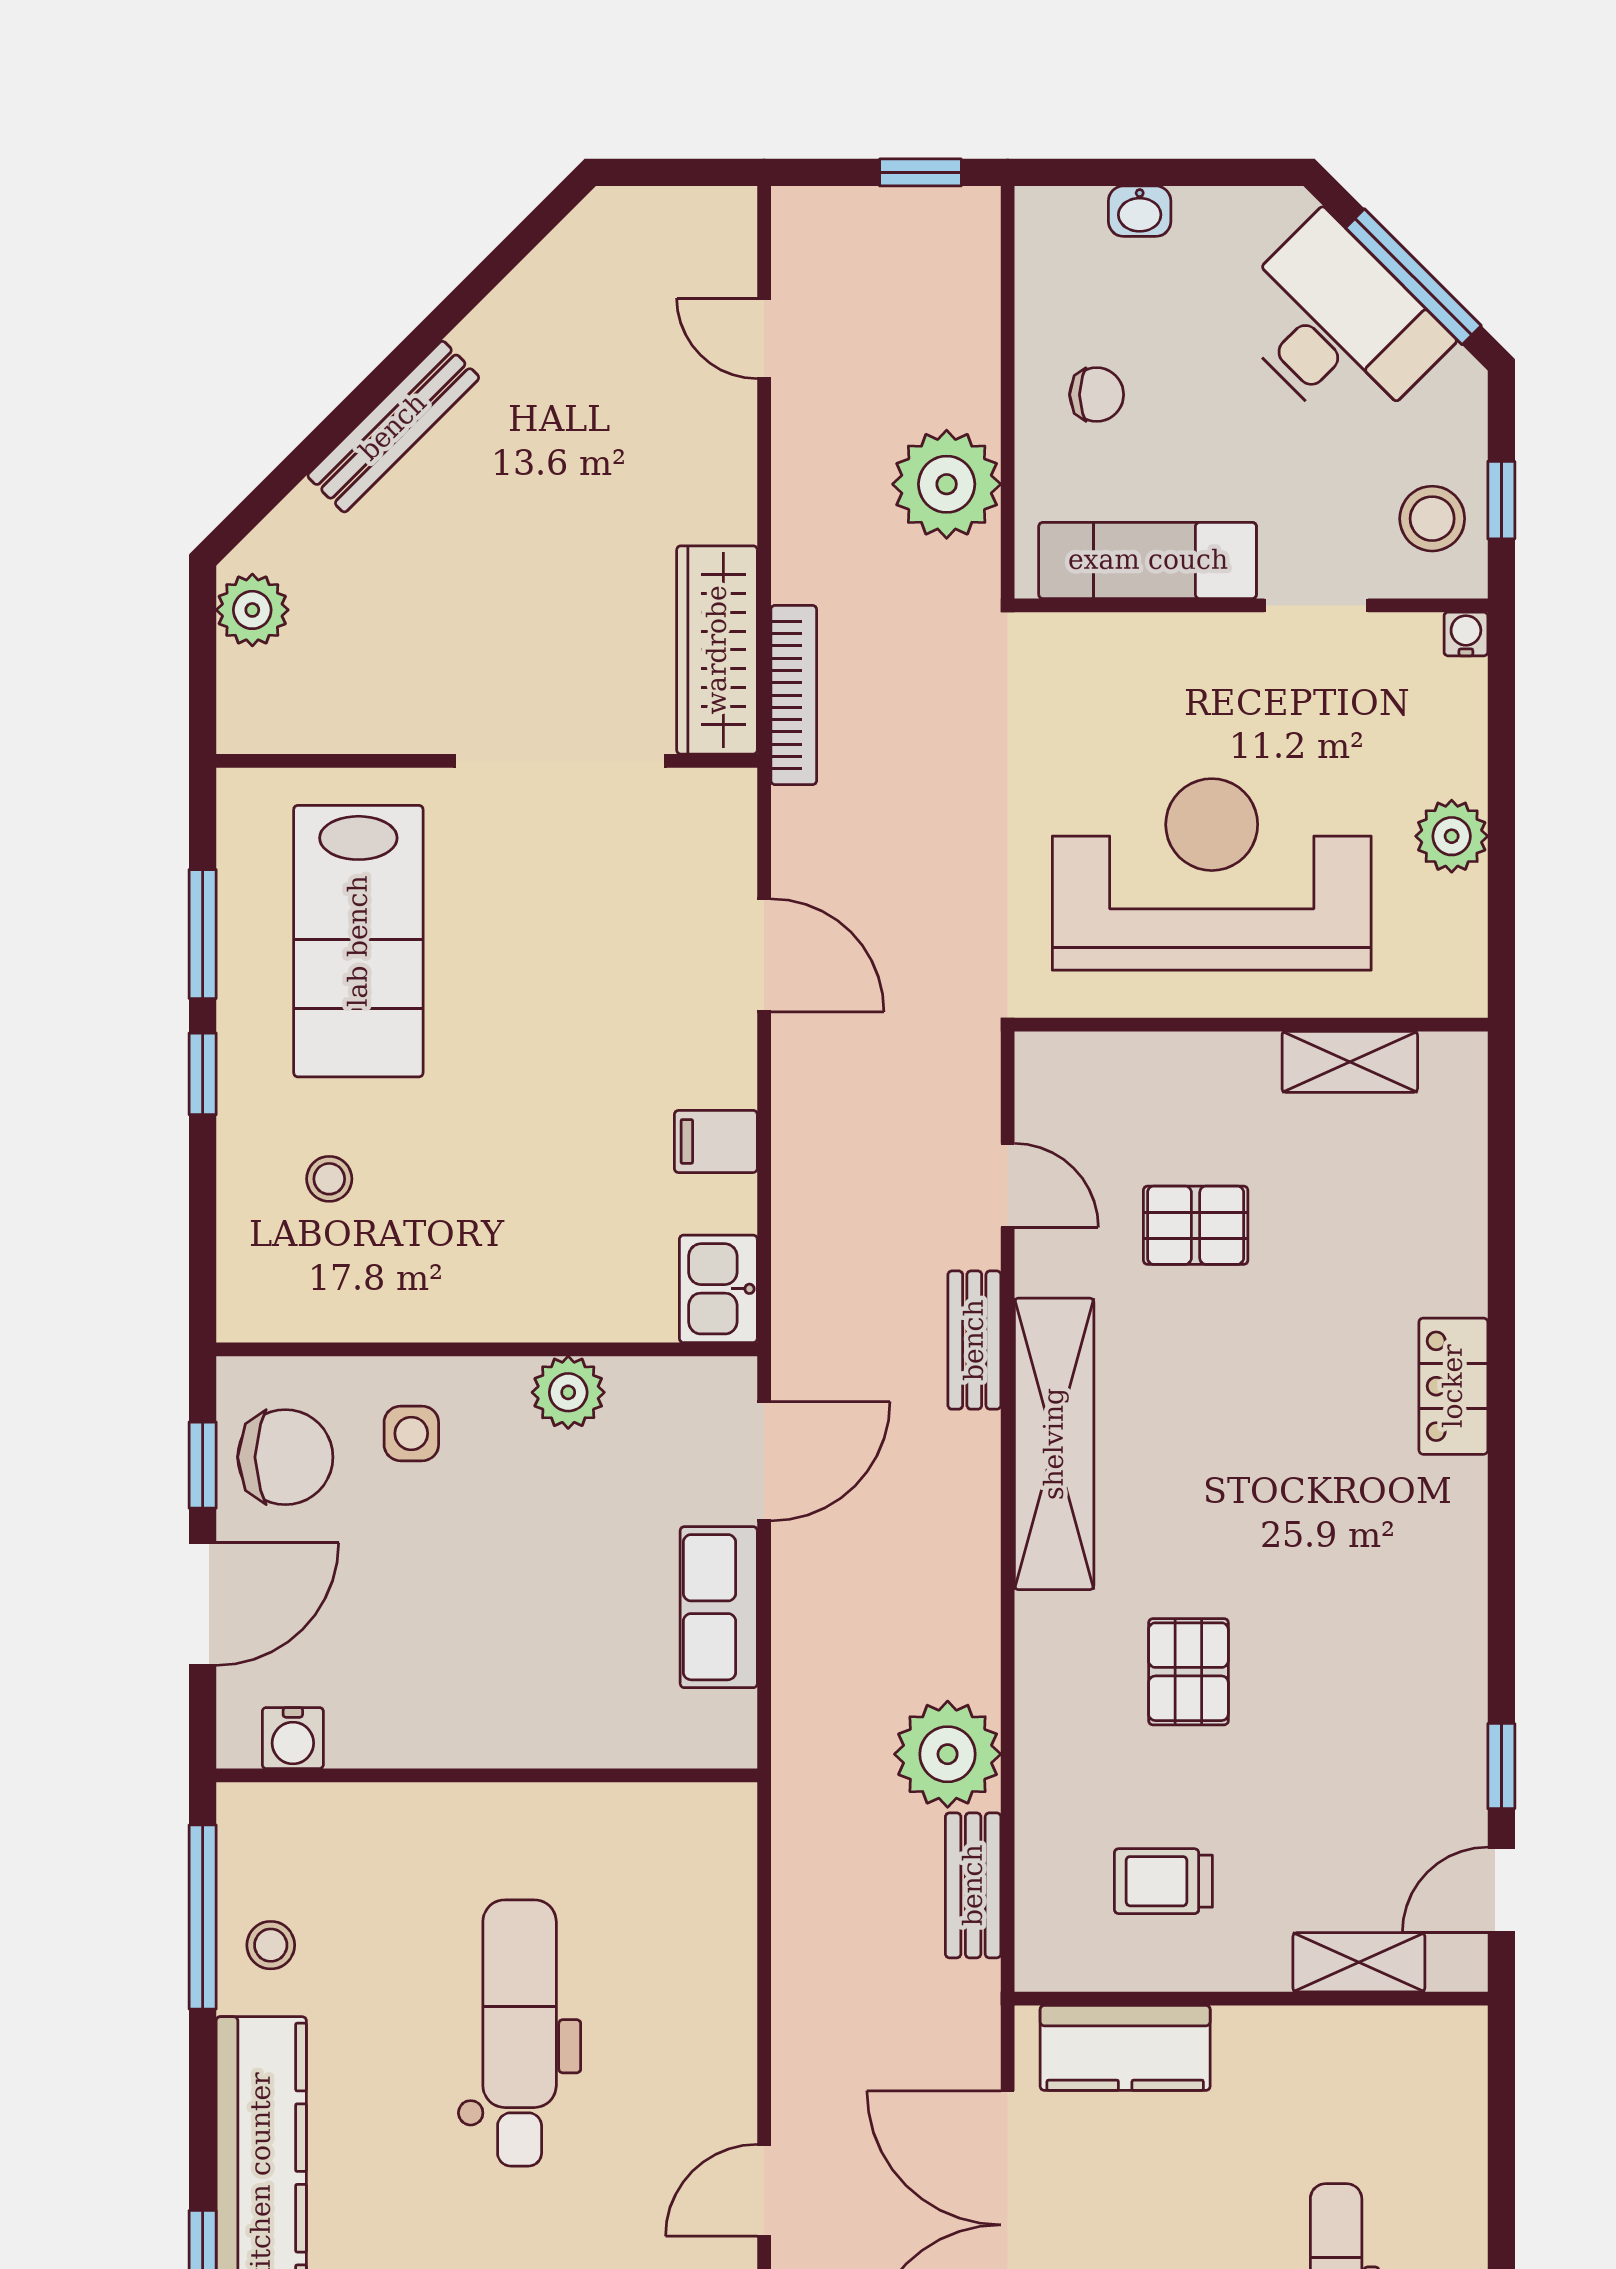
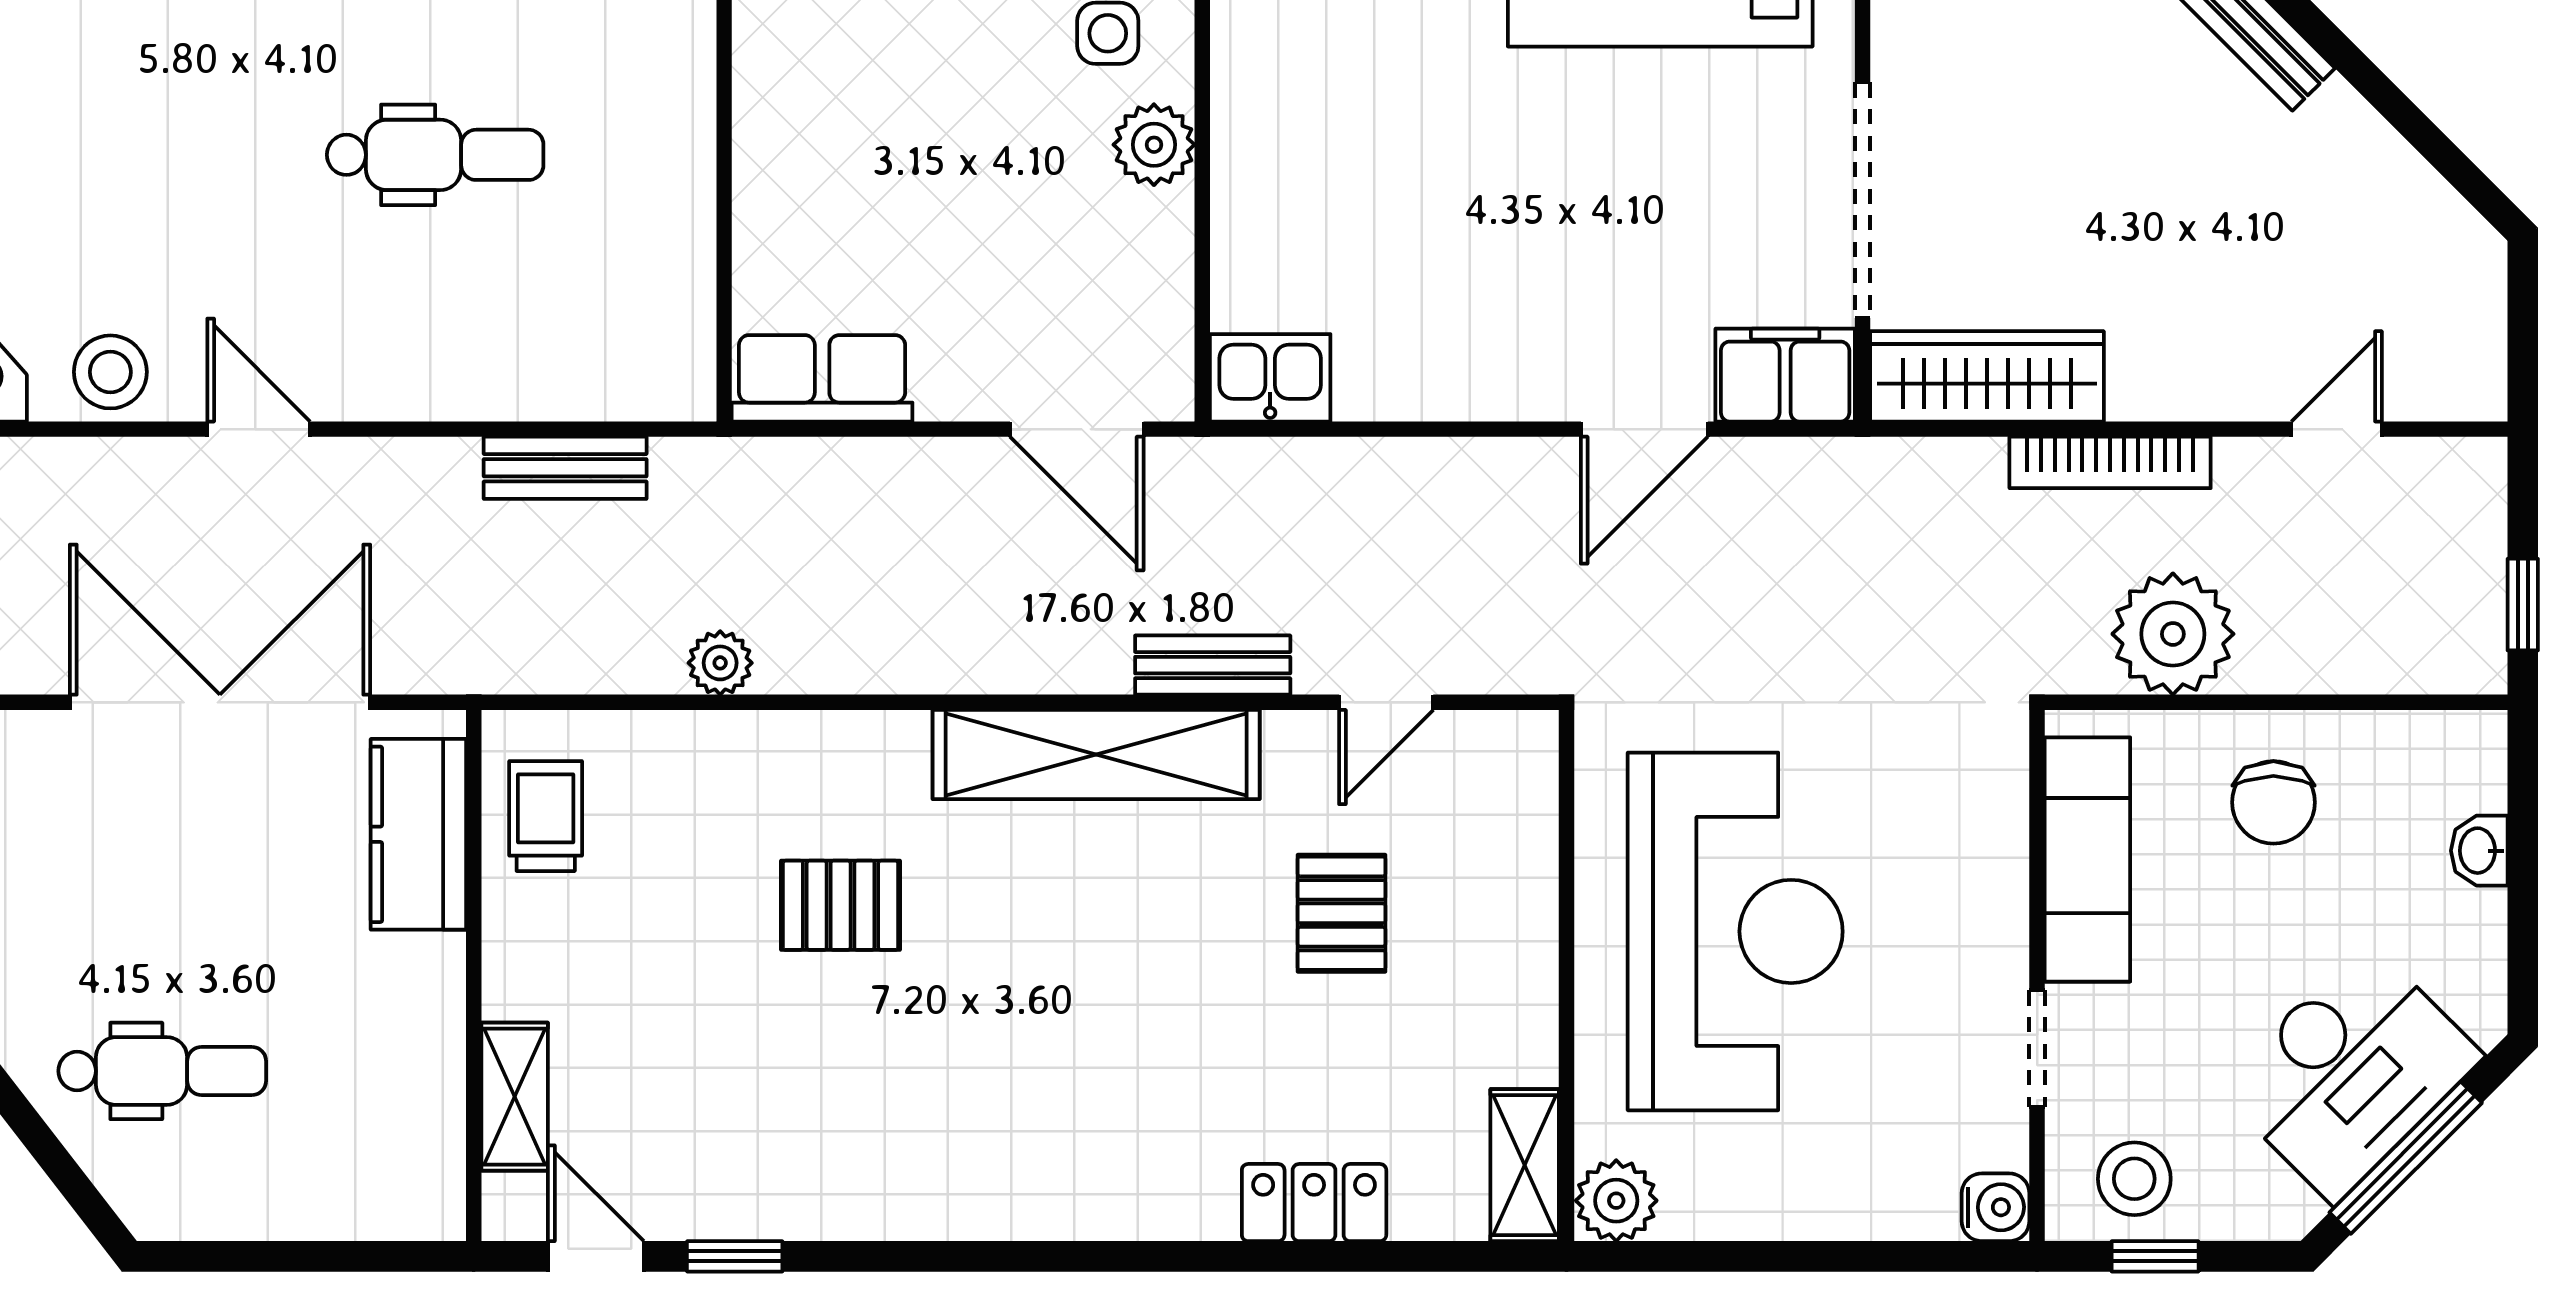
chair: (1097, 395) -> (2273, 802), width x1.37, depth x1.37
water cooler: (1466, 634) -> (1996, 1207), width x1.38, depth x1.38
bookcase: (794, 695) -> (2110, 462), moved
plant: (1452, 836) -> (1616, 1201), moved
shelving: (1350, 1062) -> (1525, 1165), moved
filing cabinet: (716, 1141) -> (1785, 375), moved, width x2.00
locker: (1453, 1386) -> (1314, 1203), moved
plant: (568, 1392) -> (1154, 145), moved
row of seats: (719, 1607) -> (822, 378), moved
plant: (948, 1754) -> (720, 663), width x0.53, depth x0.53
trolley: (1163, 1881) -> (546, 816), moved
bench: (973, 1885) -> (565, 468), moved
dental chair: (520, 2033) -> (435, 155), width x0.73, depth x0.72

